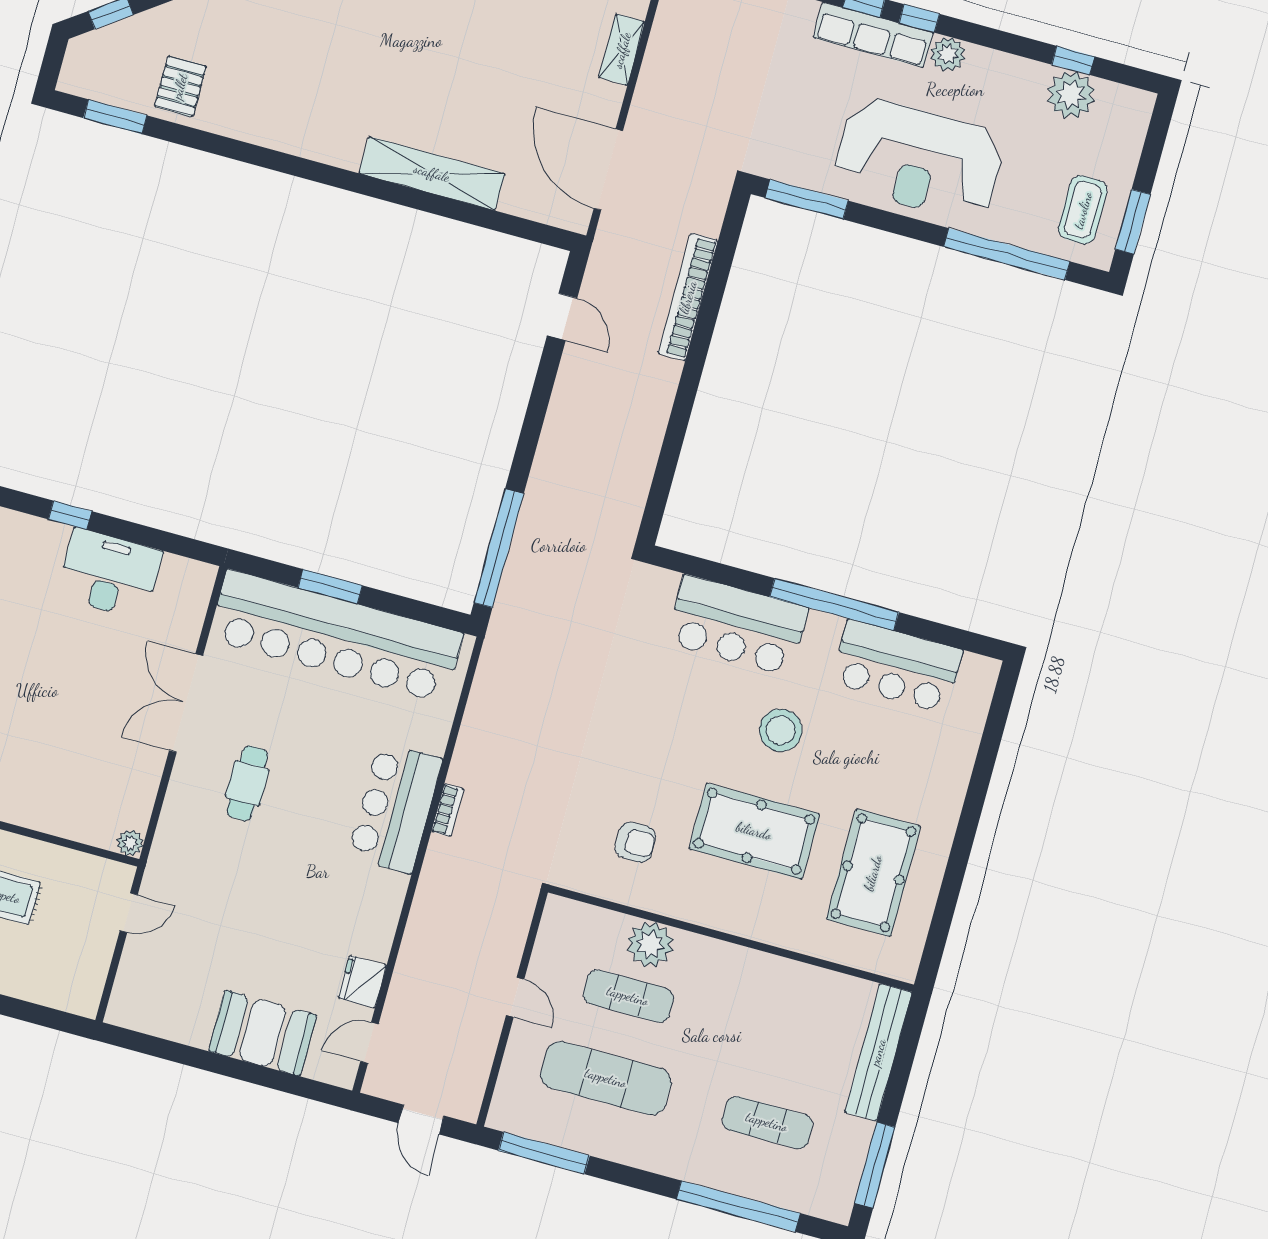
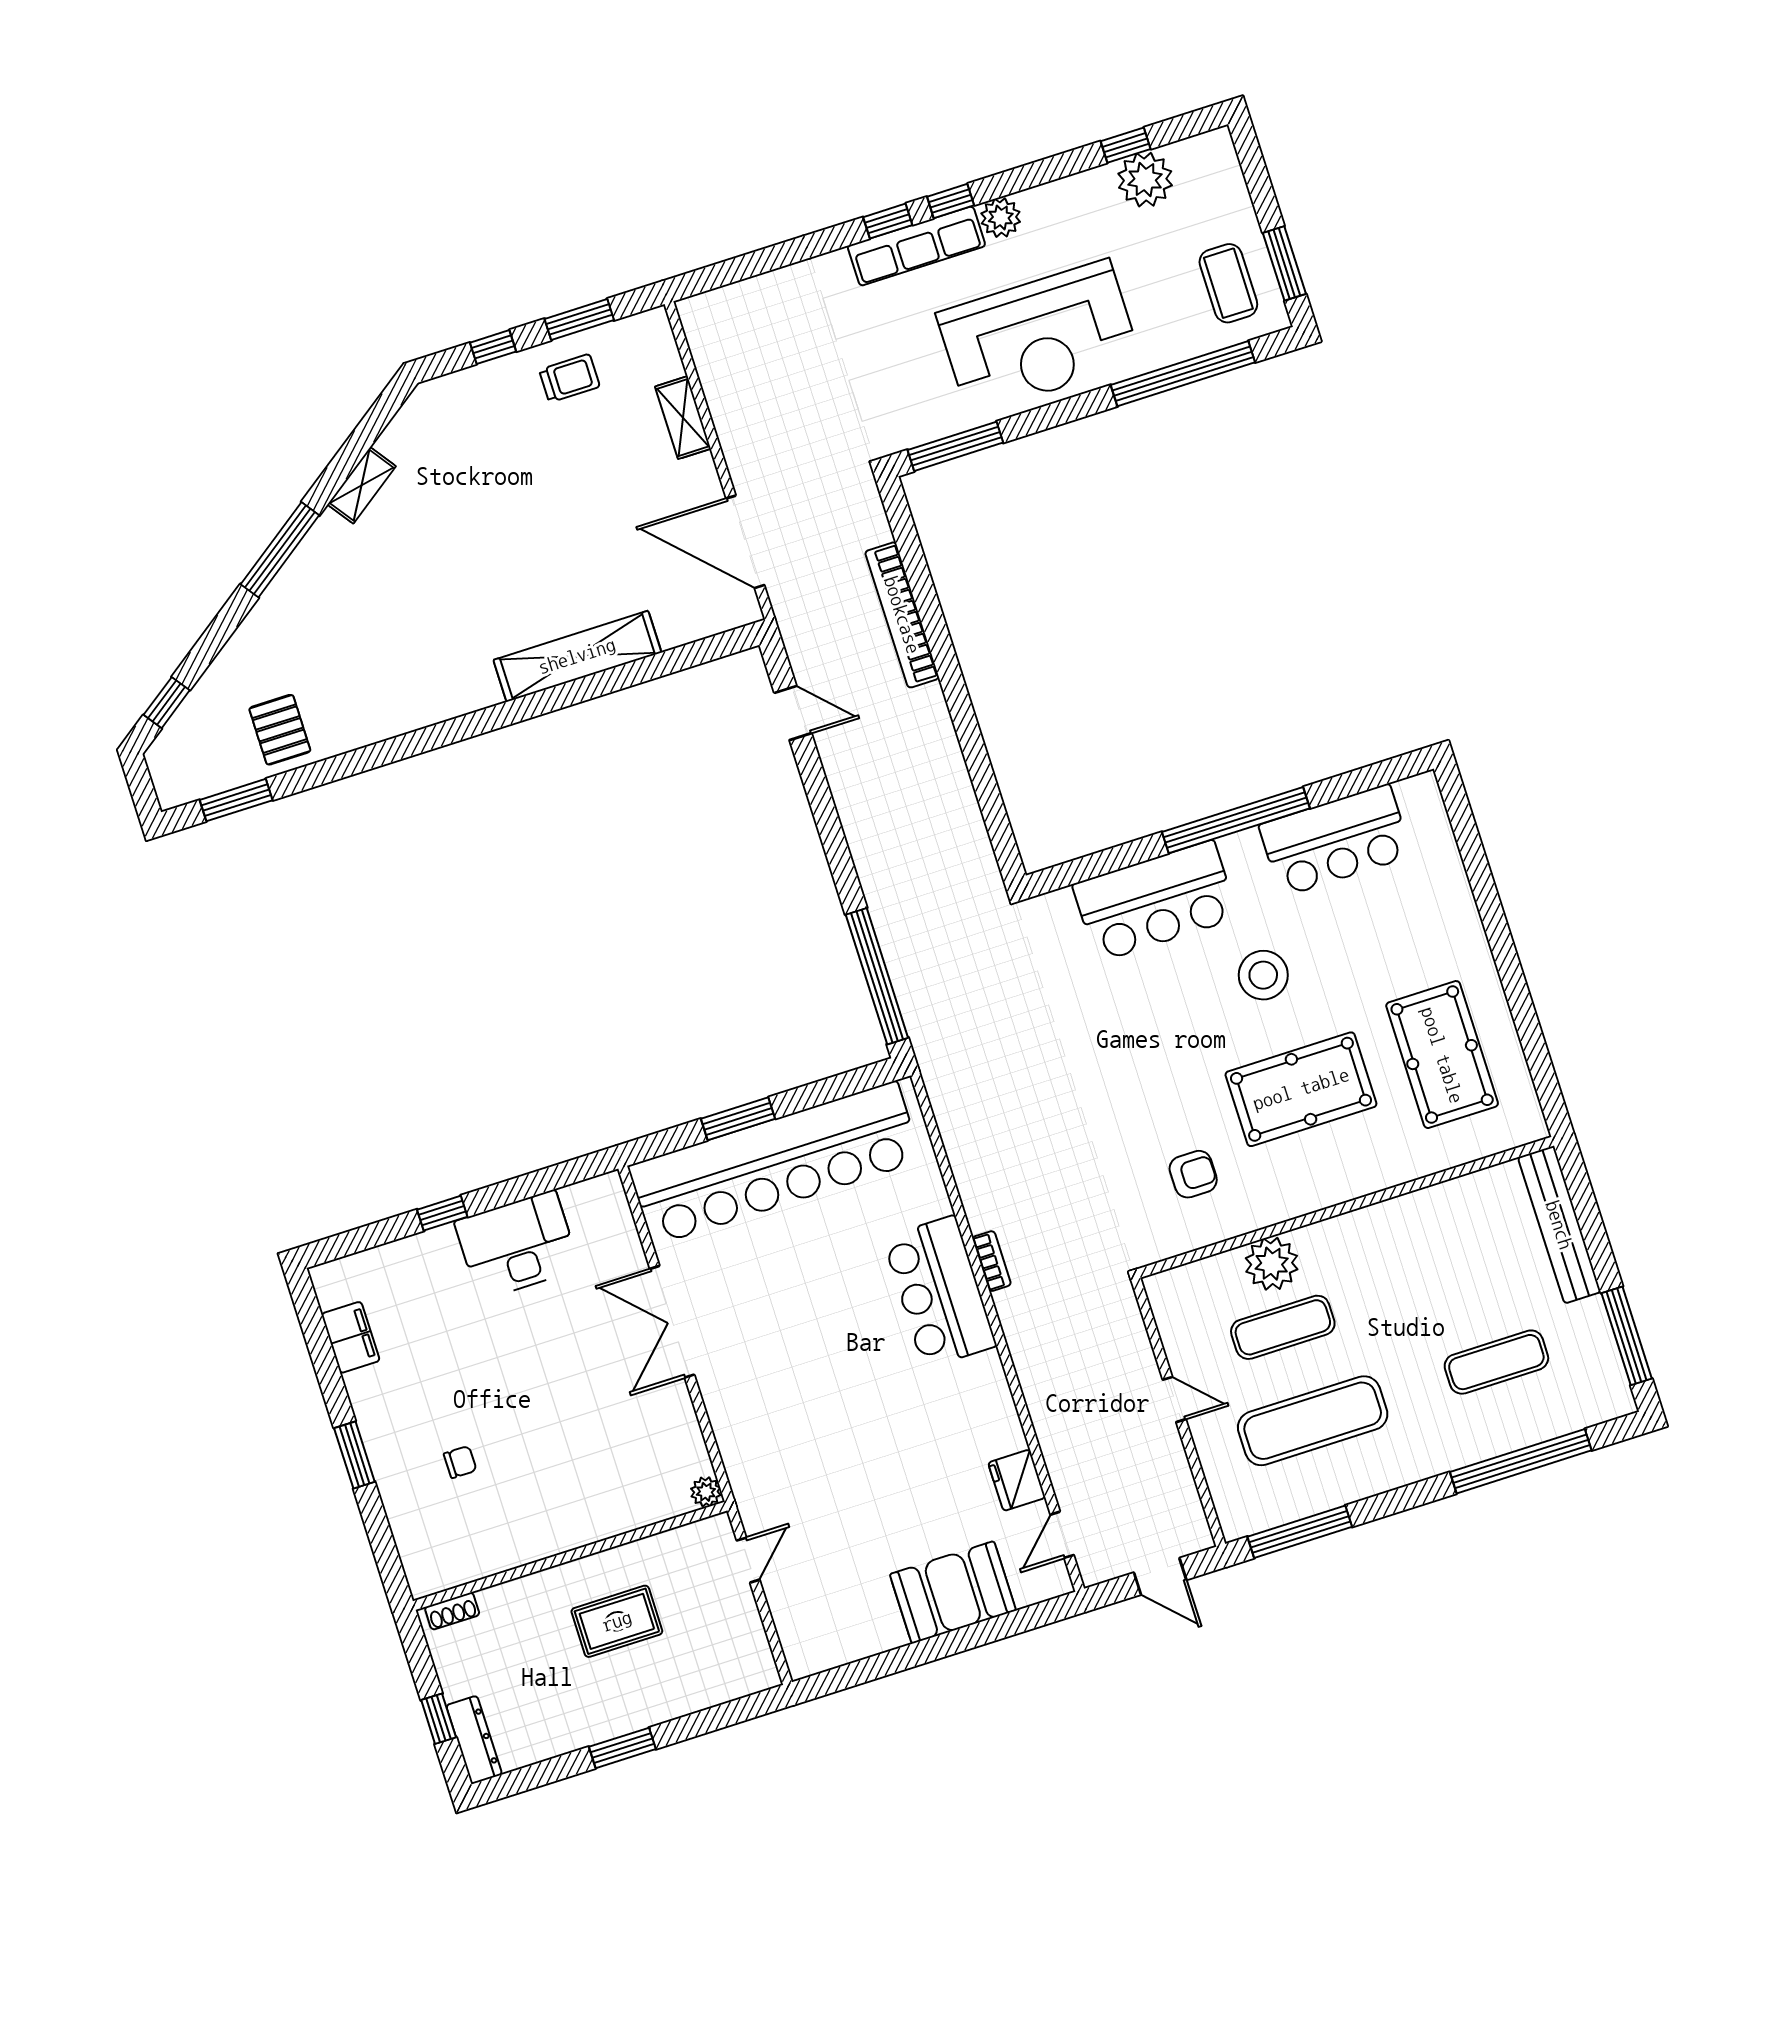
cafe table: (247, 783) -> (781, 1361), removed

